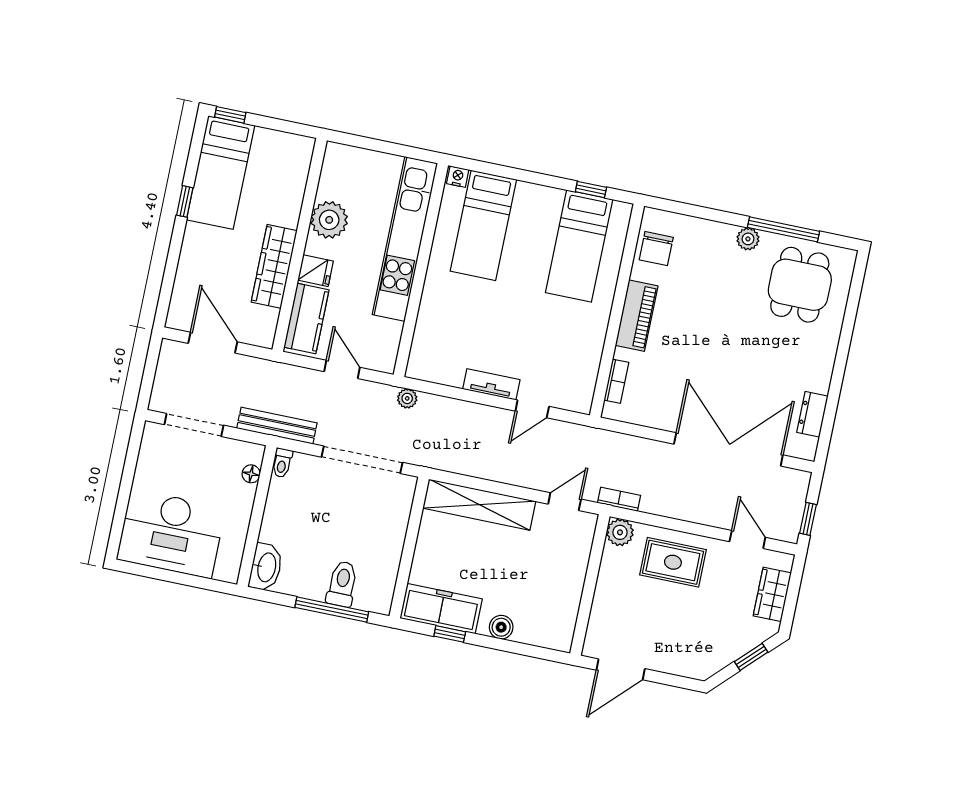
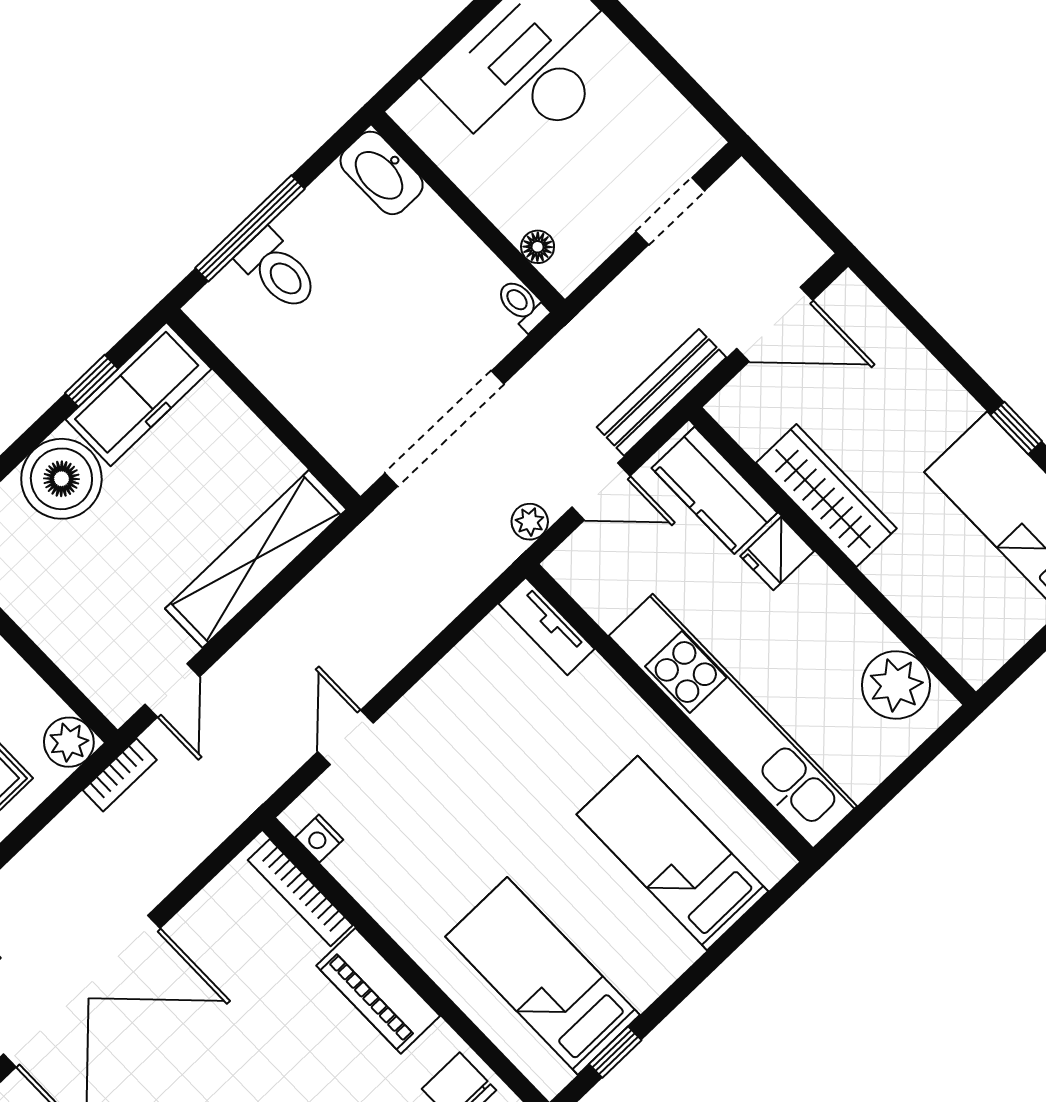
nightstand: (458, 177) -> (319, 838), moved, turned 90
plant: (329, 220) -> (896, 685), moved
bookcase: (616, 381) -> (300, 893), width x1.56
tv unit: (491, 384) -> (546, 626), moved, turned 90
plant: (407, 398) -> (530, 522), moved
doorway: (194, 425) -> (670, 211), width x0.73
bench: (277, 426) -> (662, 392), moved
boiler: (501, 627) -> (61, 479), width x1.86, depth x1.86

